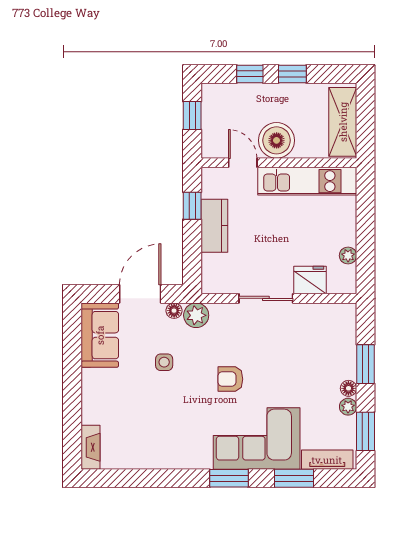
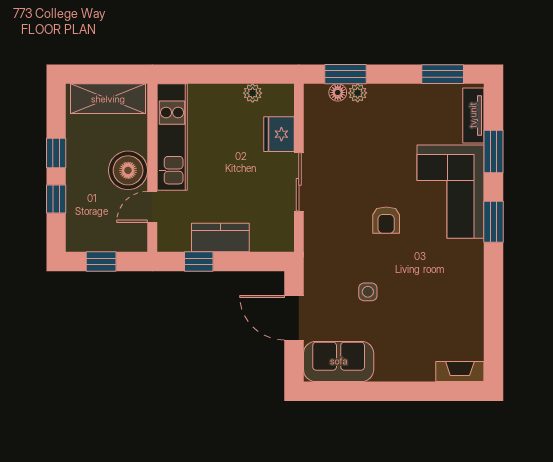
floor lamp: (174, 311) -> (312, 281), removed
plant: (196, 315) -> (317, 257), removed
window: (365, 364) -> (346, 74), moved
floor lamp: (348, 388) -> (338, 92), moved
plant: (348, 407) -> (358, 93), moved

